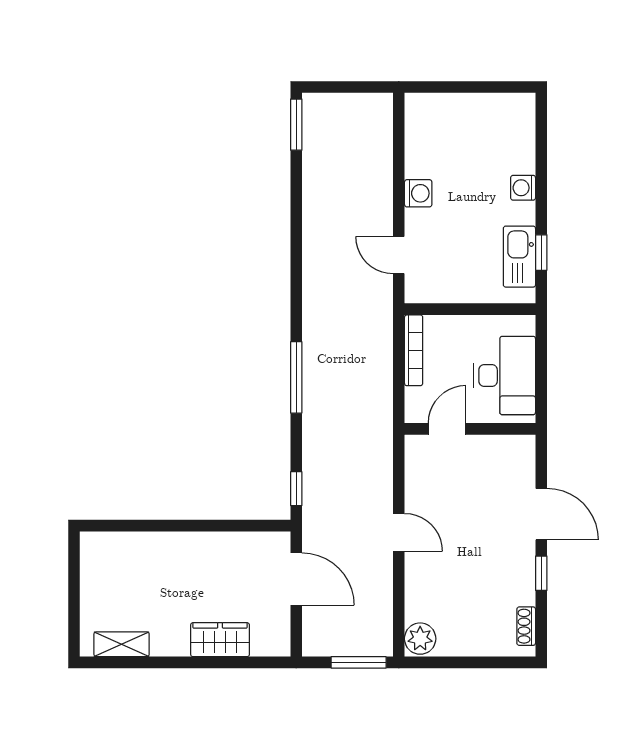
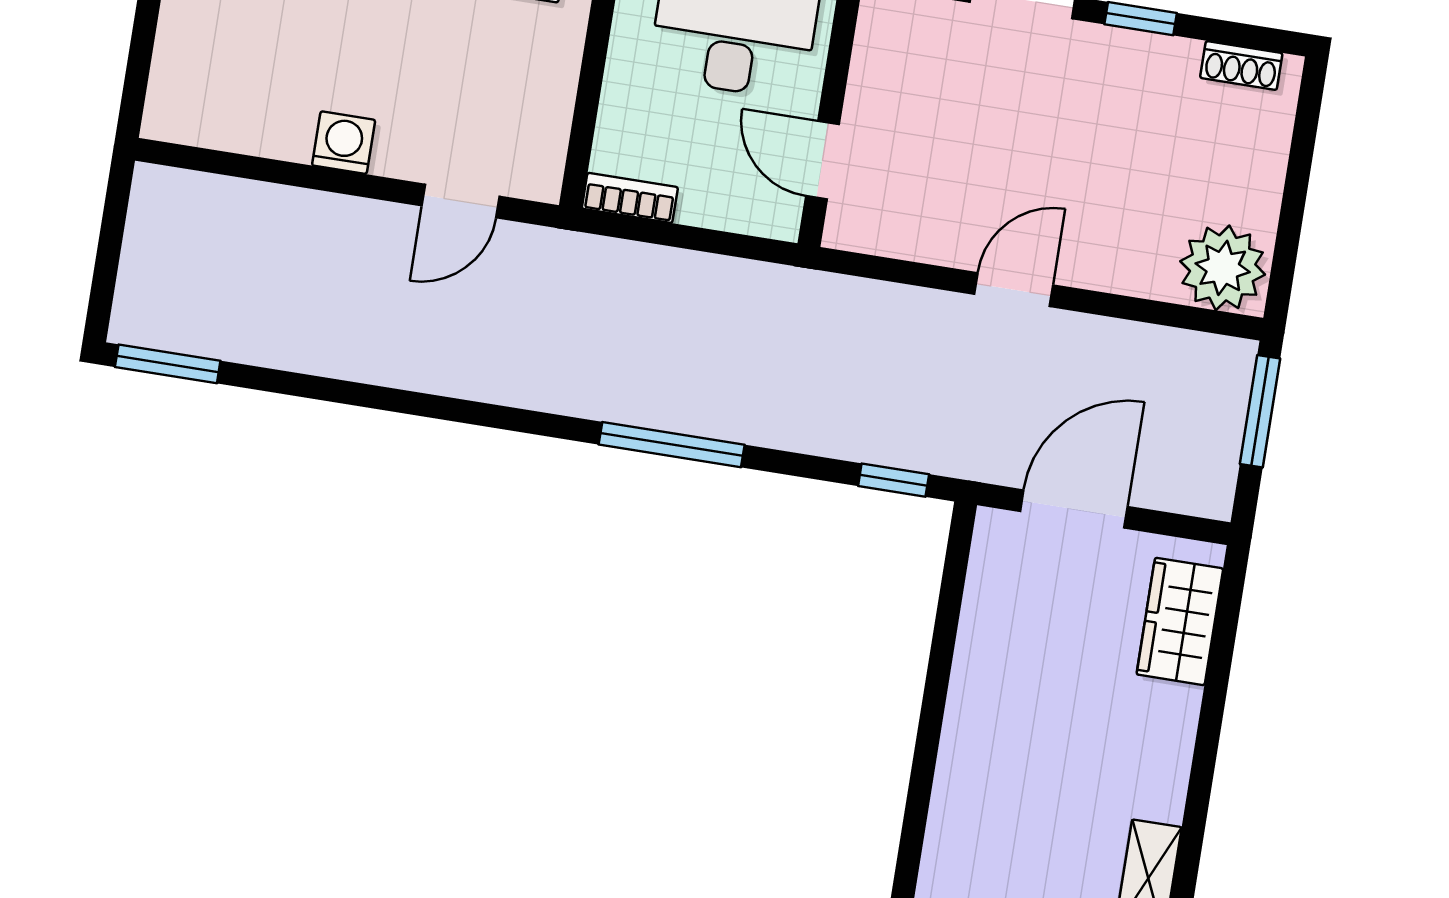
bookcase: (414, 350) -> (630, 198), width x0.64
plant: (420, 639) -> (1223, 268), width x1.36, depth x1.36
wardrobe: (220, 640) -> (1180, 621), moved

